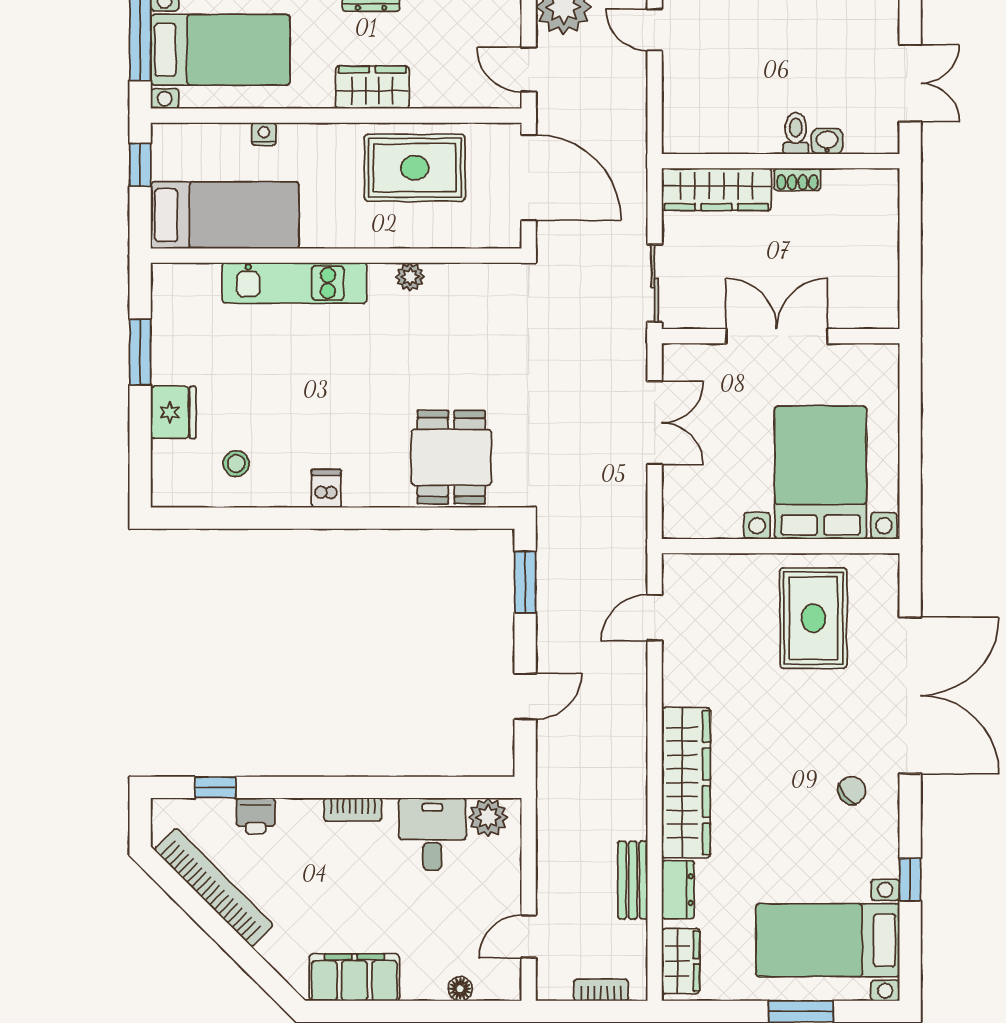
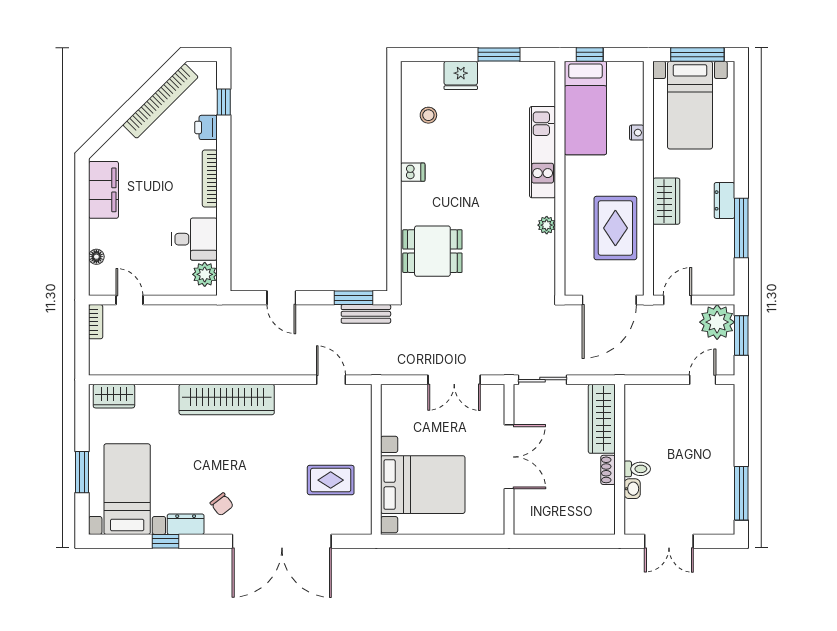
window: (140, 165) -> (590, 55), moved
rug: (813, 618) -> (331, 480), width x0.73, depth x0.70
bookcase: (353, 810) -> (210, 179), width x1.56
bench: (633, 880) -> (366, 314), moved
dresser: (678, 890) -> (186, 524), moved, turned 180
bookcase: (601, 990) -> (96, 322), moved

